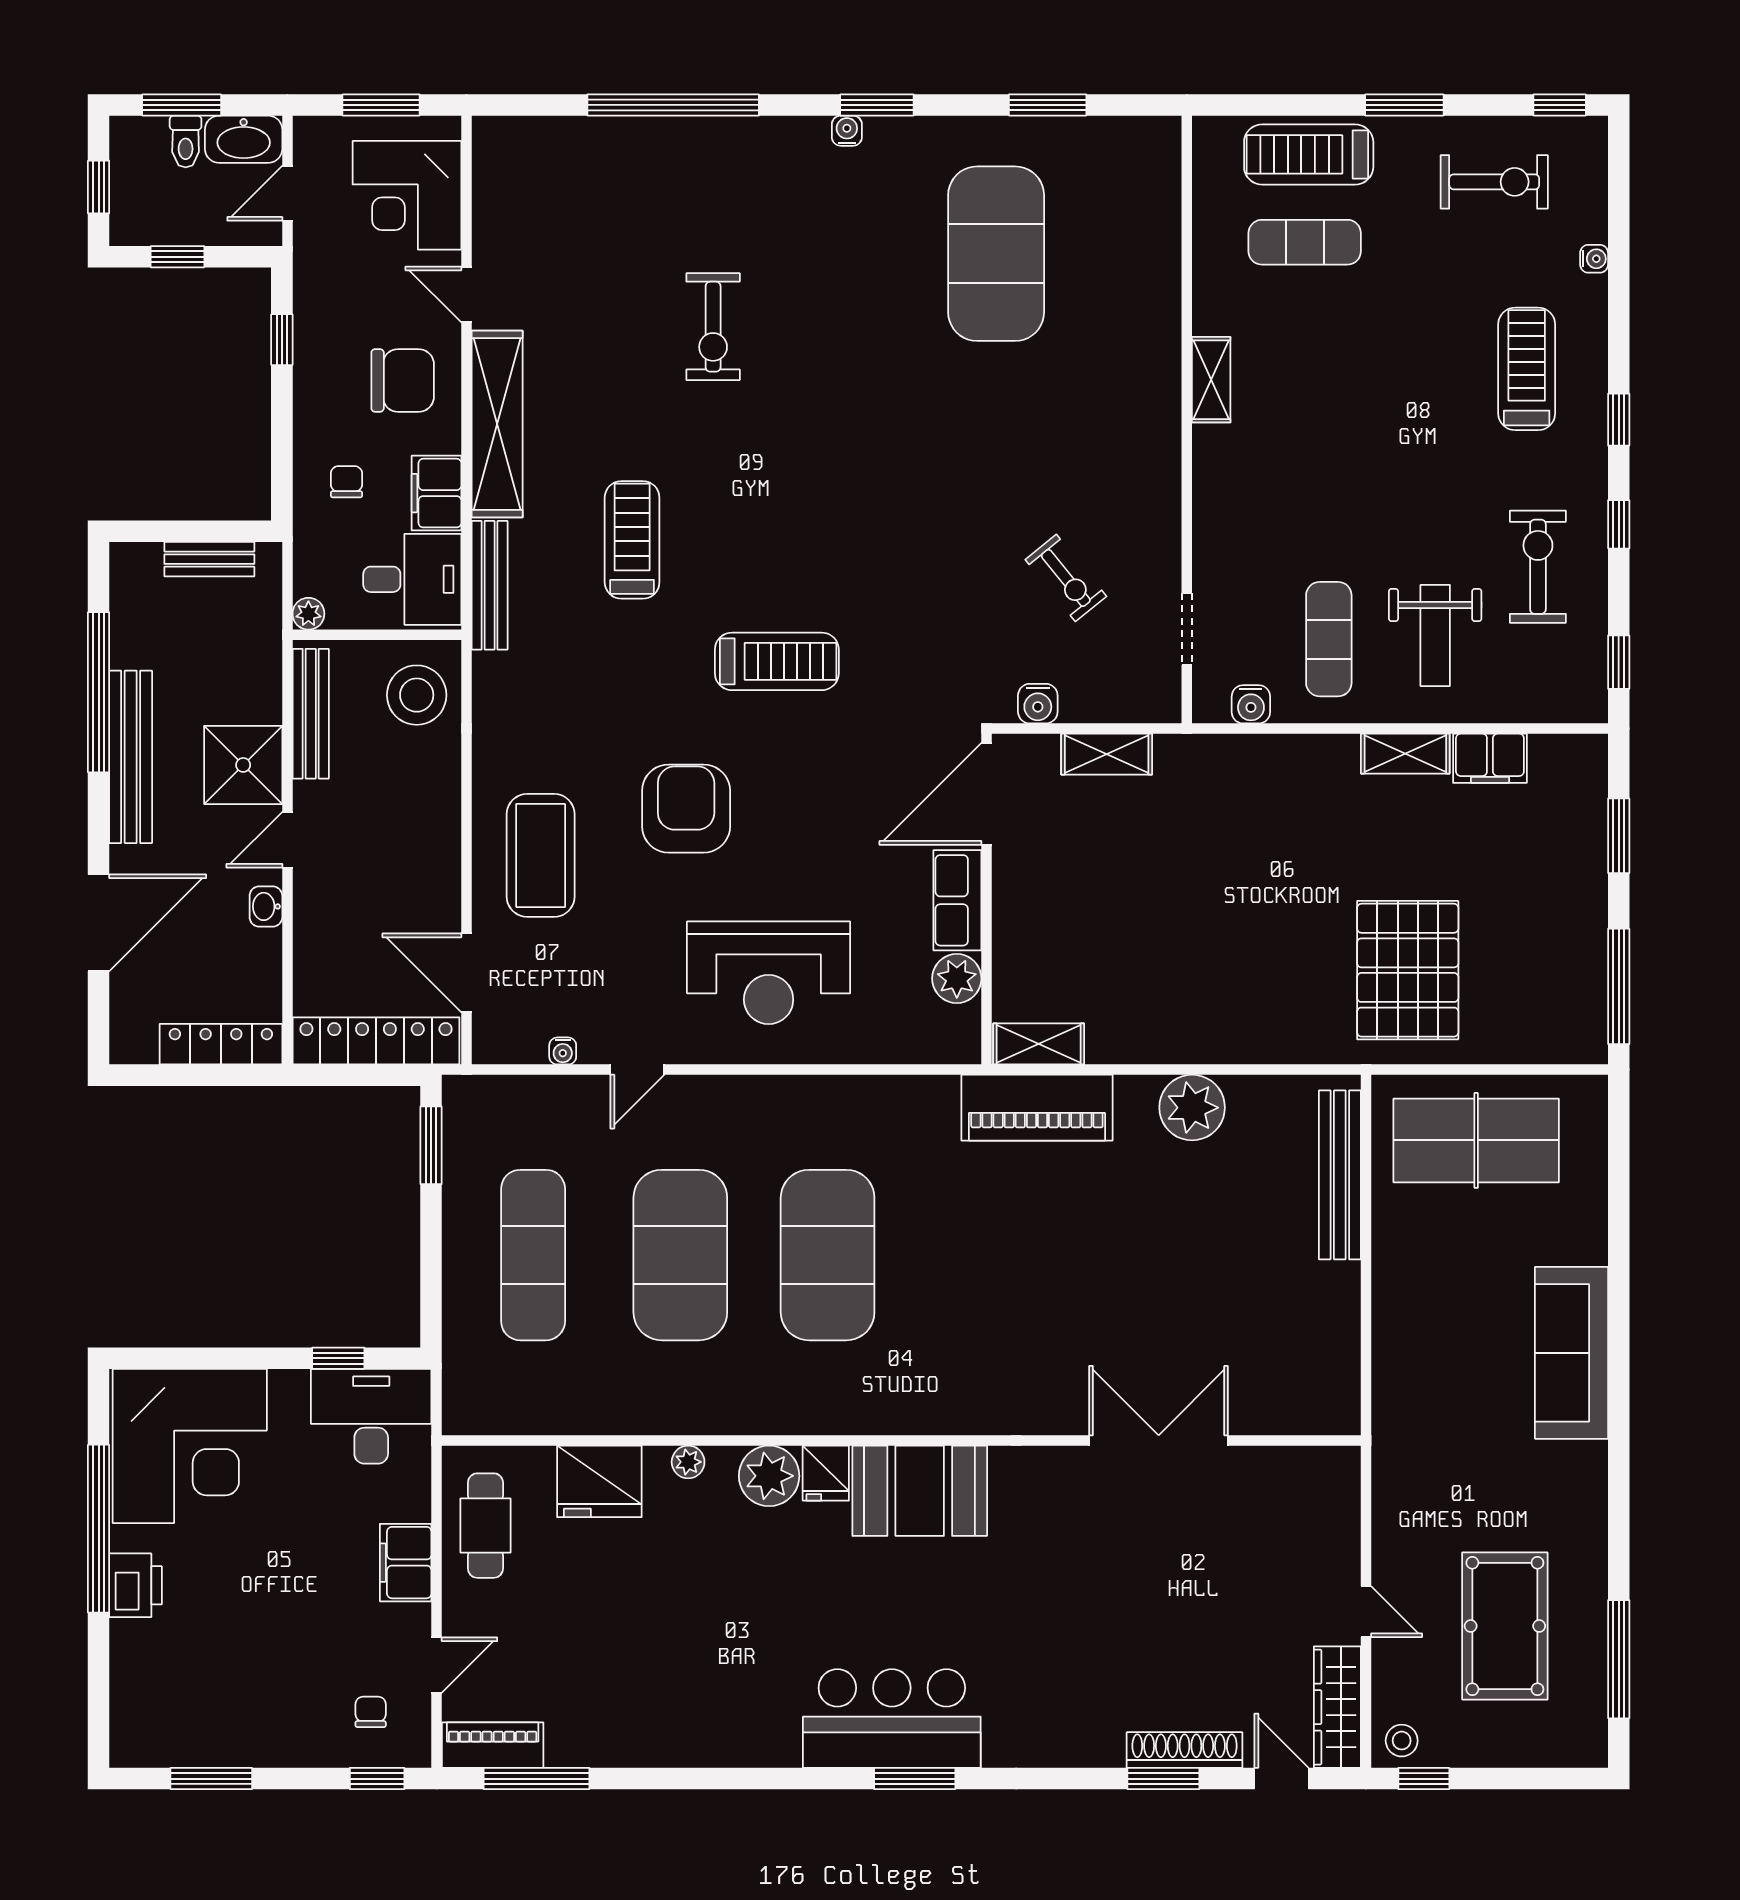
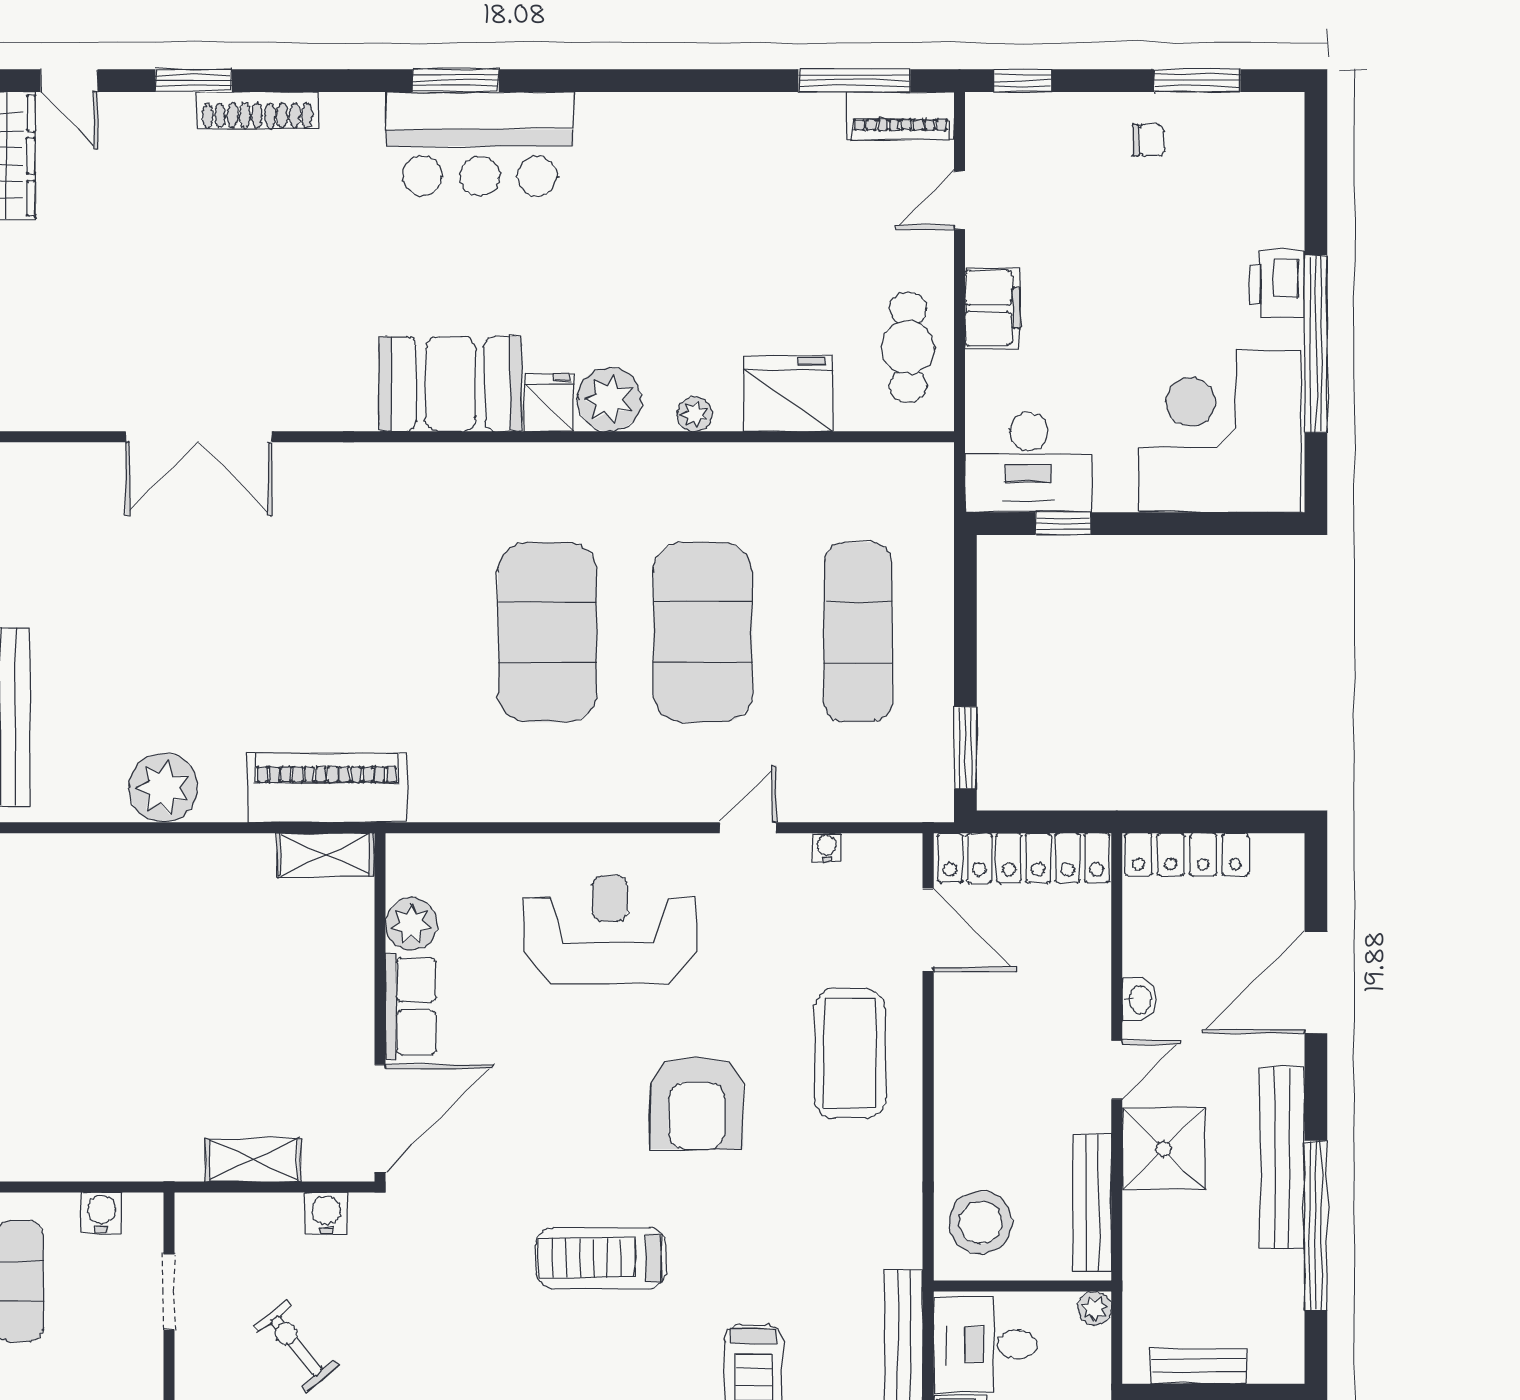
chair: (371, 1712) -> (1148, 140), moved, turned -90
shoe rack: (1185, 1750) -> (257, 111), moved

